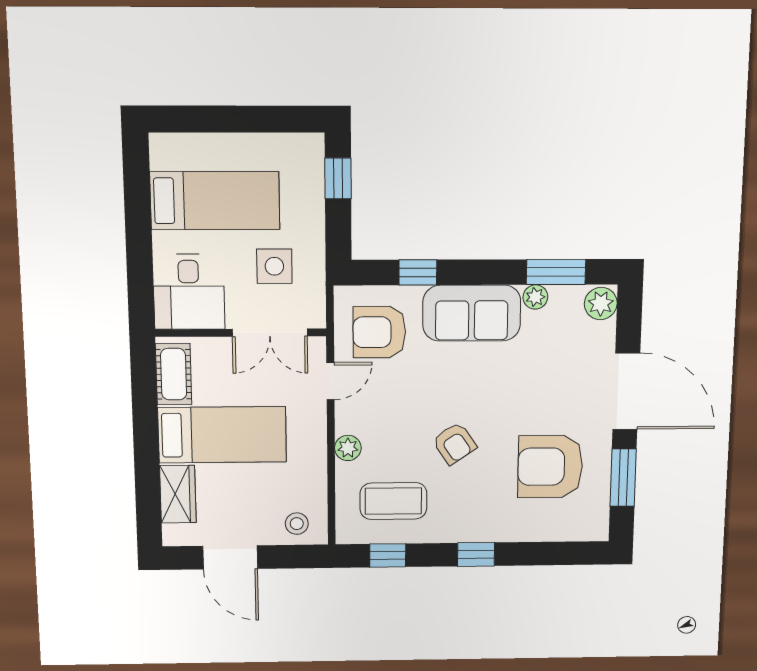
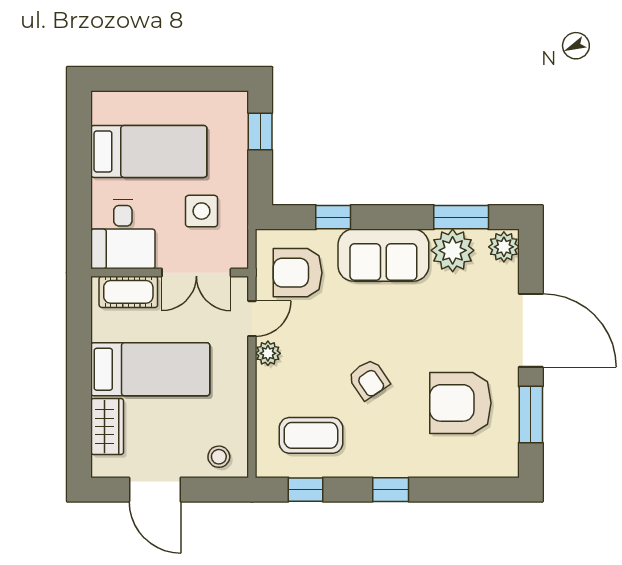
plant: (535, 297) -> (453, 250), width x1.88, depth x1.88
cot: (174, 374) -> (128, 292), moved, turned 90
plant: (348, 448) -> (268, 353), moved

